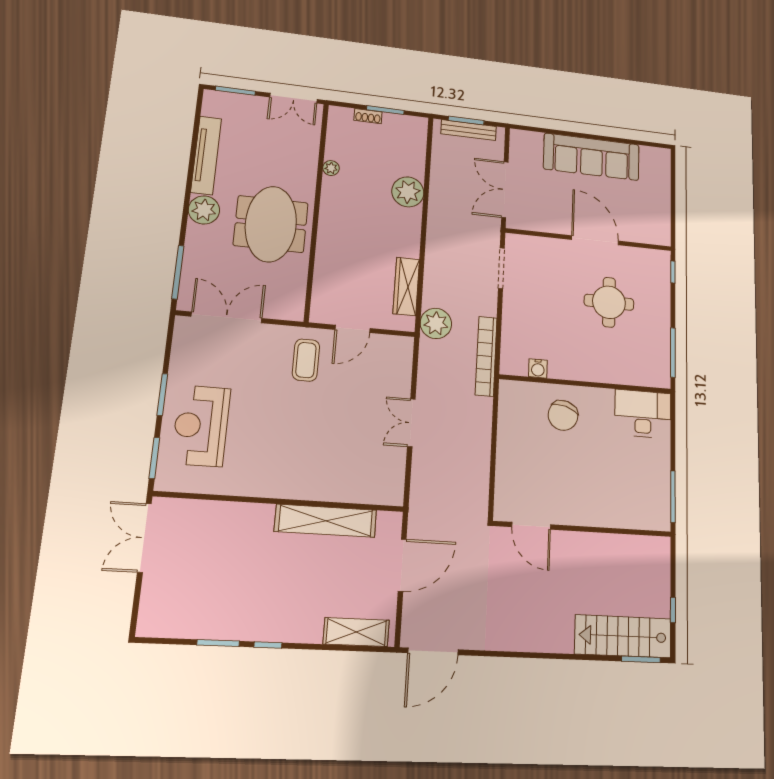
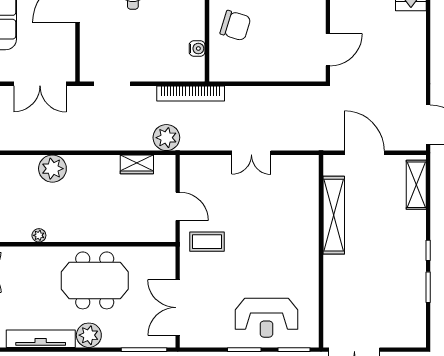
wardrobe: (406, 286) -> (137, 164), width x0.67

